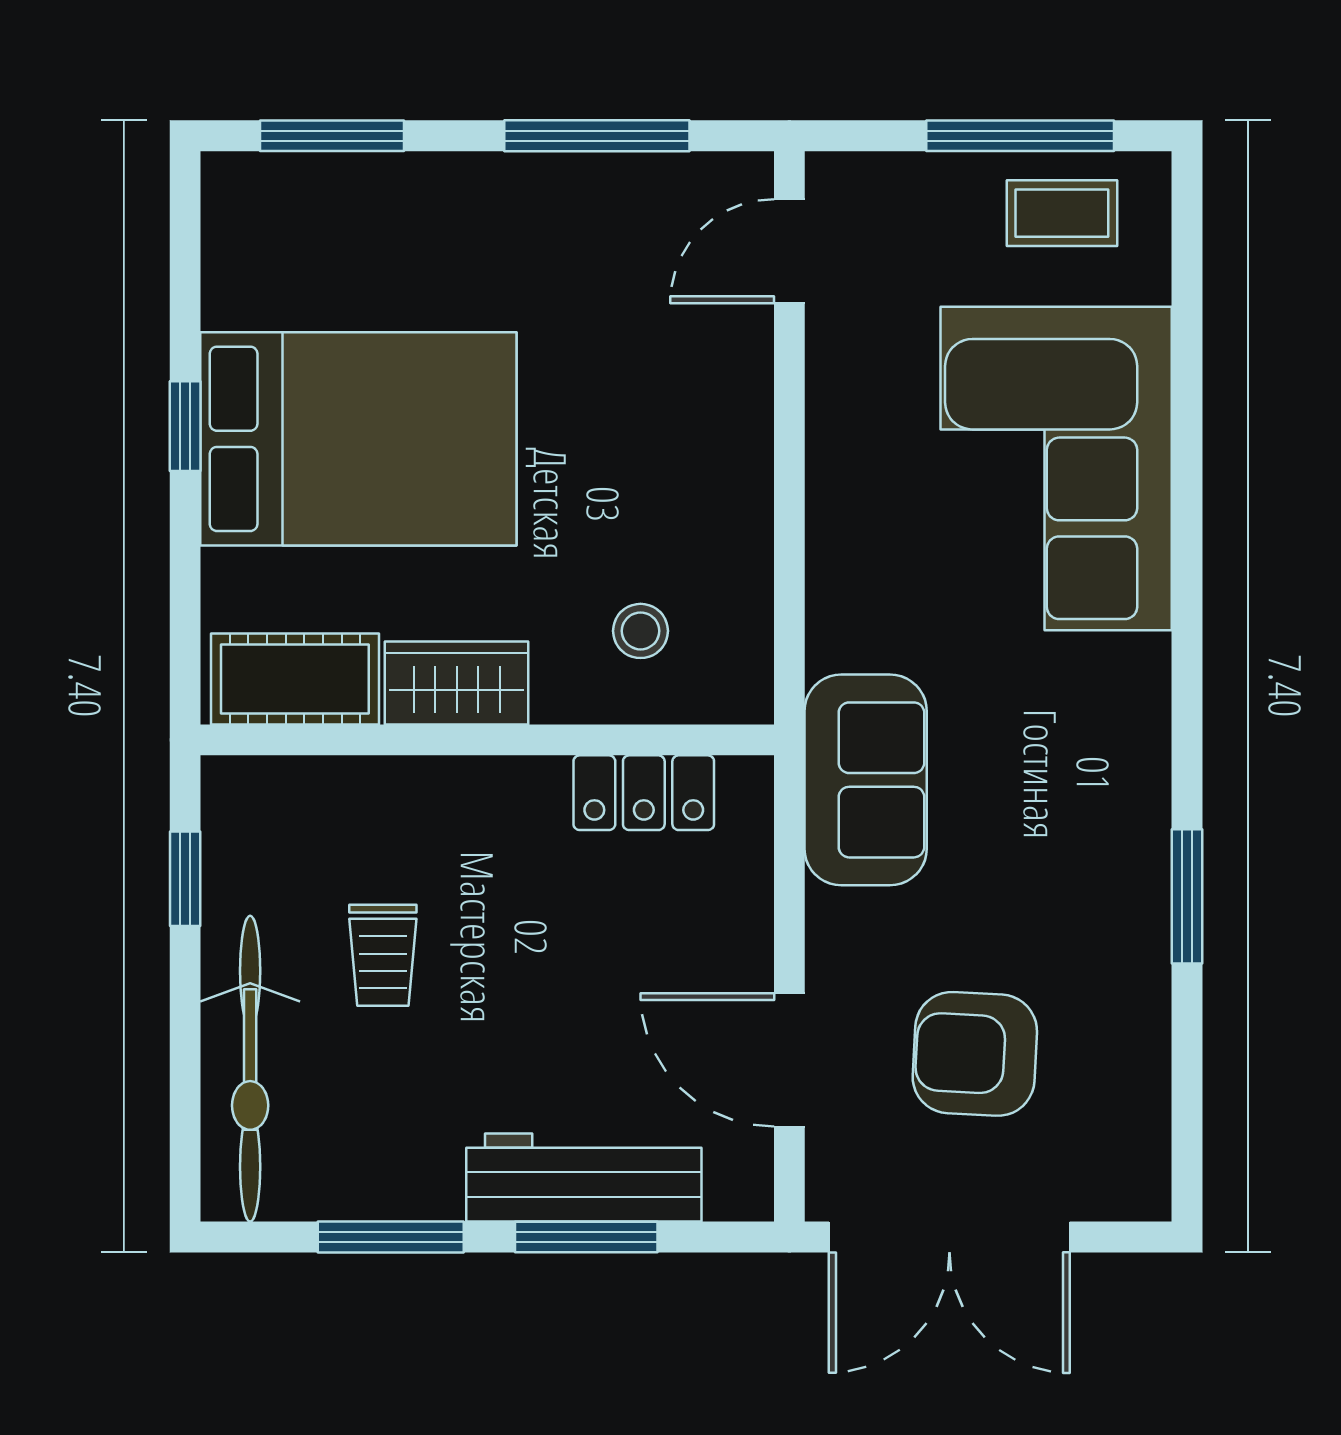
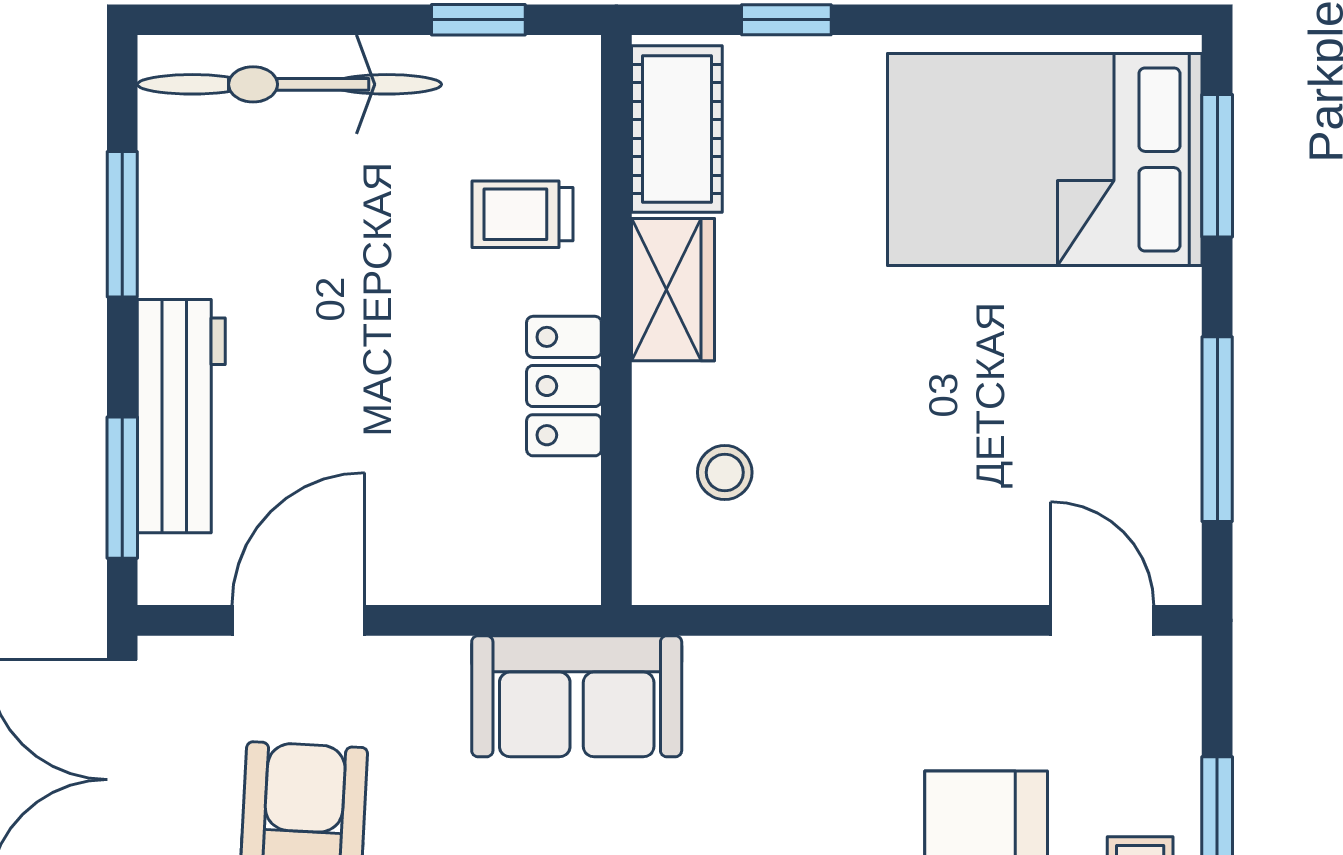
window: (185, 426) -> (786, 20), moved
bed: (358, 439) -> (1045, 160), moved, turned 90
locker: (644, 793) -> (564, 386), moved
trolley: (383, 955) -> (522, 214), moved
window: (586, 1237) -> (122, 488), moved

